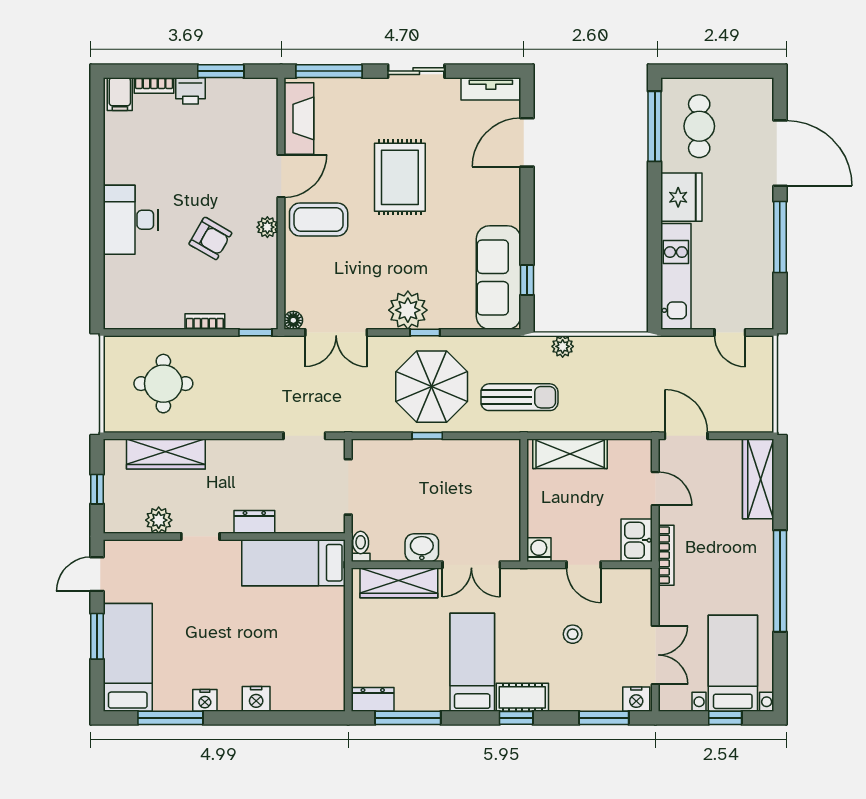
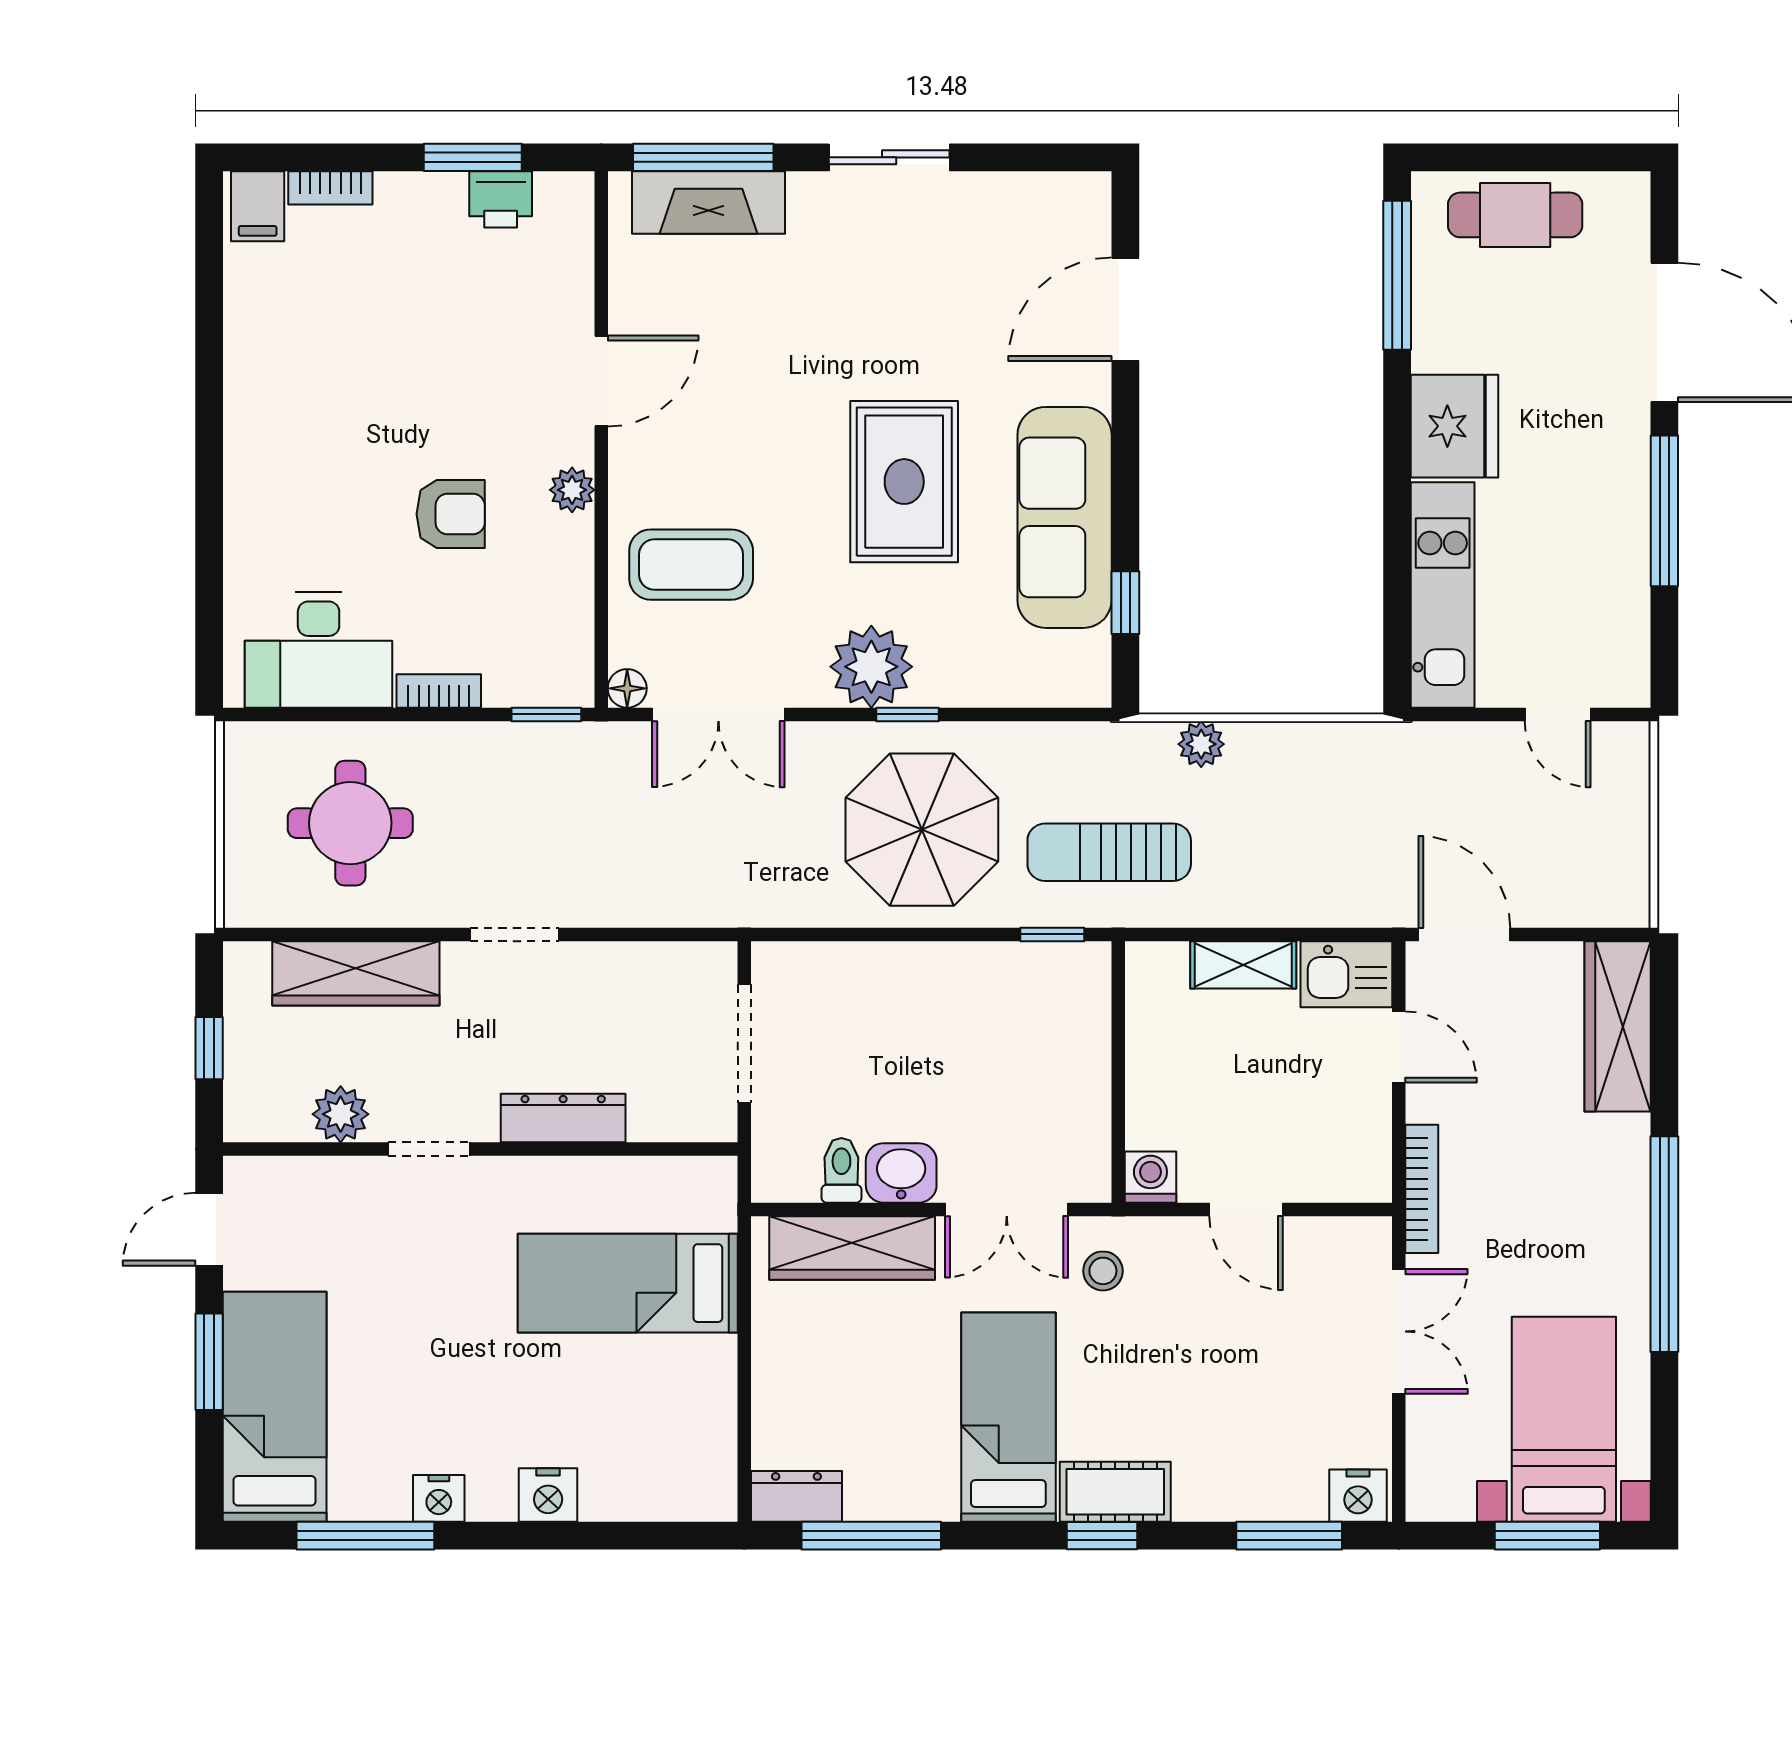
tv unit: (491, 89) -> (1048, 195), removed
printer: (190, 91) -> (501, 199), moved
fireplace: (299, 118) -> (708, 202), moved, turned 90
cafe table: (699, 126) -> (1515, 215), moved, turned 90
rug: (400, 177) -> (904, 482), moved
desk: (131, 220) -> (319, 650), moved, turned -90
coffee table: (319, 220) -> (691, 565), moved
armchair: (210, 238) -> (451, 514), turned -30
sofa: (499, 278) -> (1065, 517), moved
sun lounger: (519, 397) -> (1109, 852), turned 180
doorway: (304, 436) -> (514, 934), moved
window: (427, 436) -> (1052, 934), moved
shelving: (570, 454) -> (1243, 965), width x0.67, depth x0.75
dresser: (254, 522) -> (563, 1118), width x1.44
kitchen sink: (637, 540) -> (1346, 974), moved, turned -90
toilet: (361, 546) -> (841, 1170), moved
bed: (294, 563) -> (628, 1283), moved
stool: (573, 634) -> (1103, 1271), moved
double door: (655, 655) -> (1399, 1331), moved
window: (725, 718) -> (1547, 1536), width x1.50

